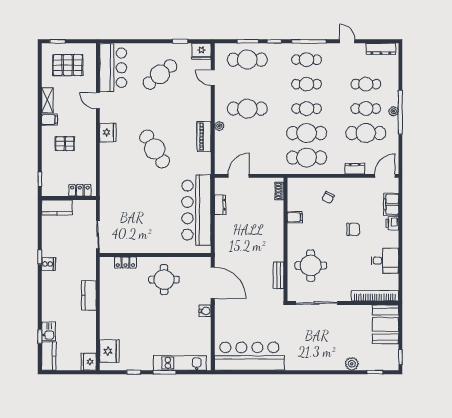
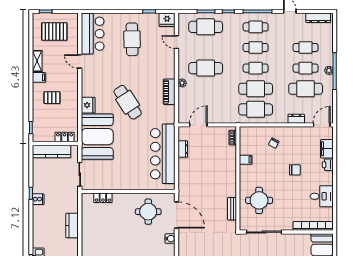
cafe table: (160, 74) -> (132, 39), turned -52
fridge: (108, 133) -> (88, 105), moved
booth: (119, 190) -> (97, 137), added
kitchen counter: (57, 208) -> (52, 152), width x1.50
round table: (164, 280) -> (148, 212), moved

